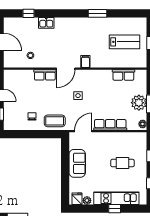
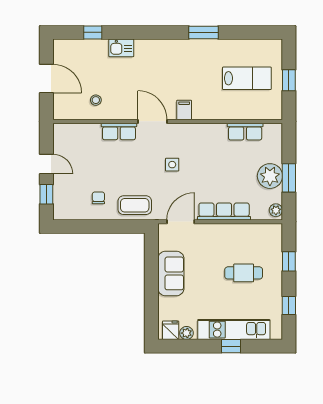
door: (66, 69) -> (152, 121), swing flipped

